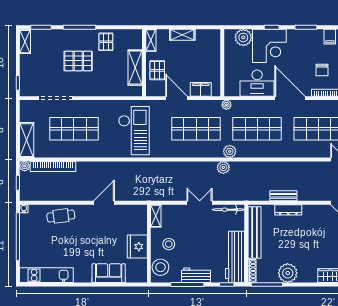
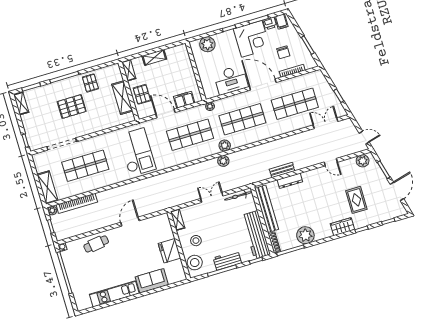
printer: (317, 35) -> (270, 23), added
corner desk: (269, 46) -> (252, 39), moved
kitchen unit: (46, 275) -> (114, 294), moved

